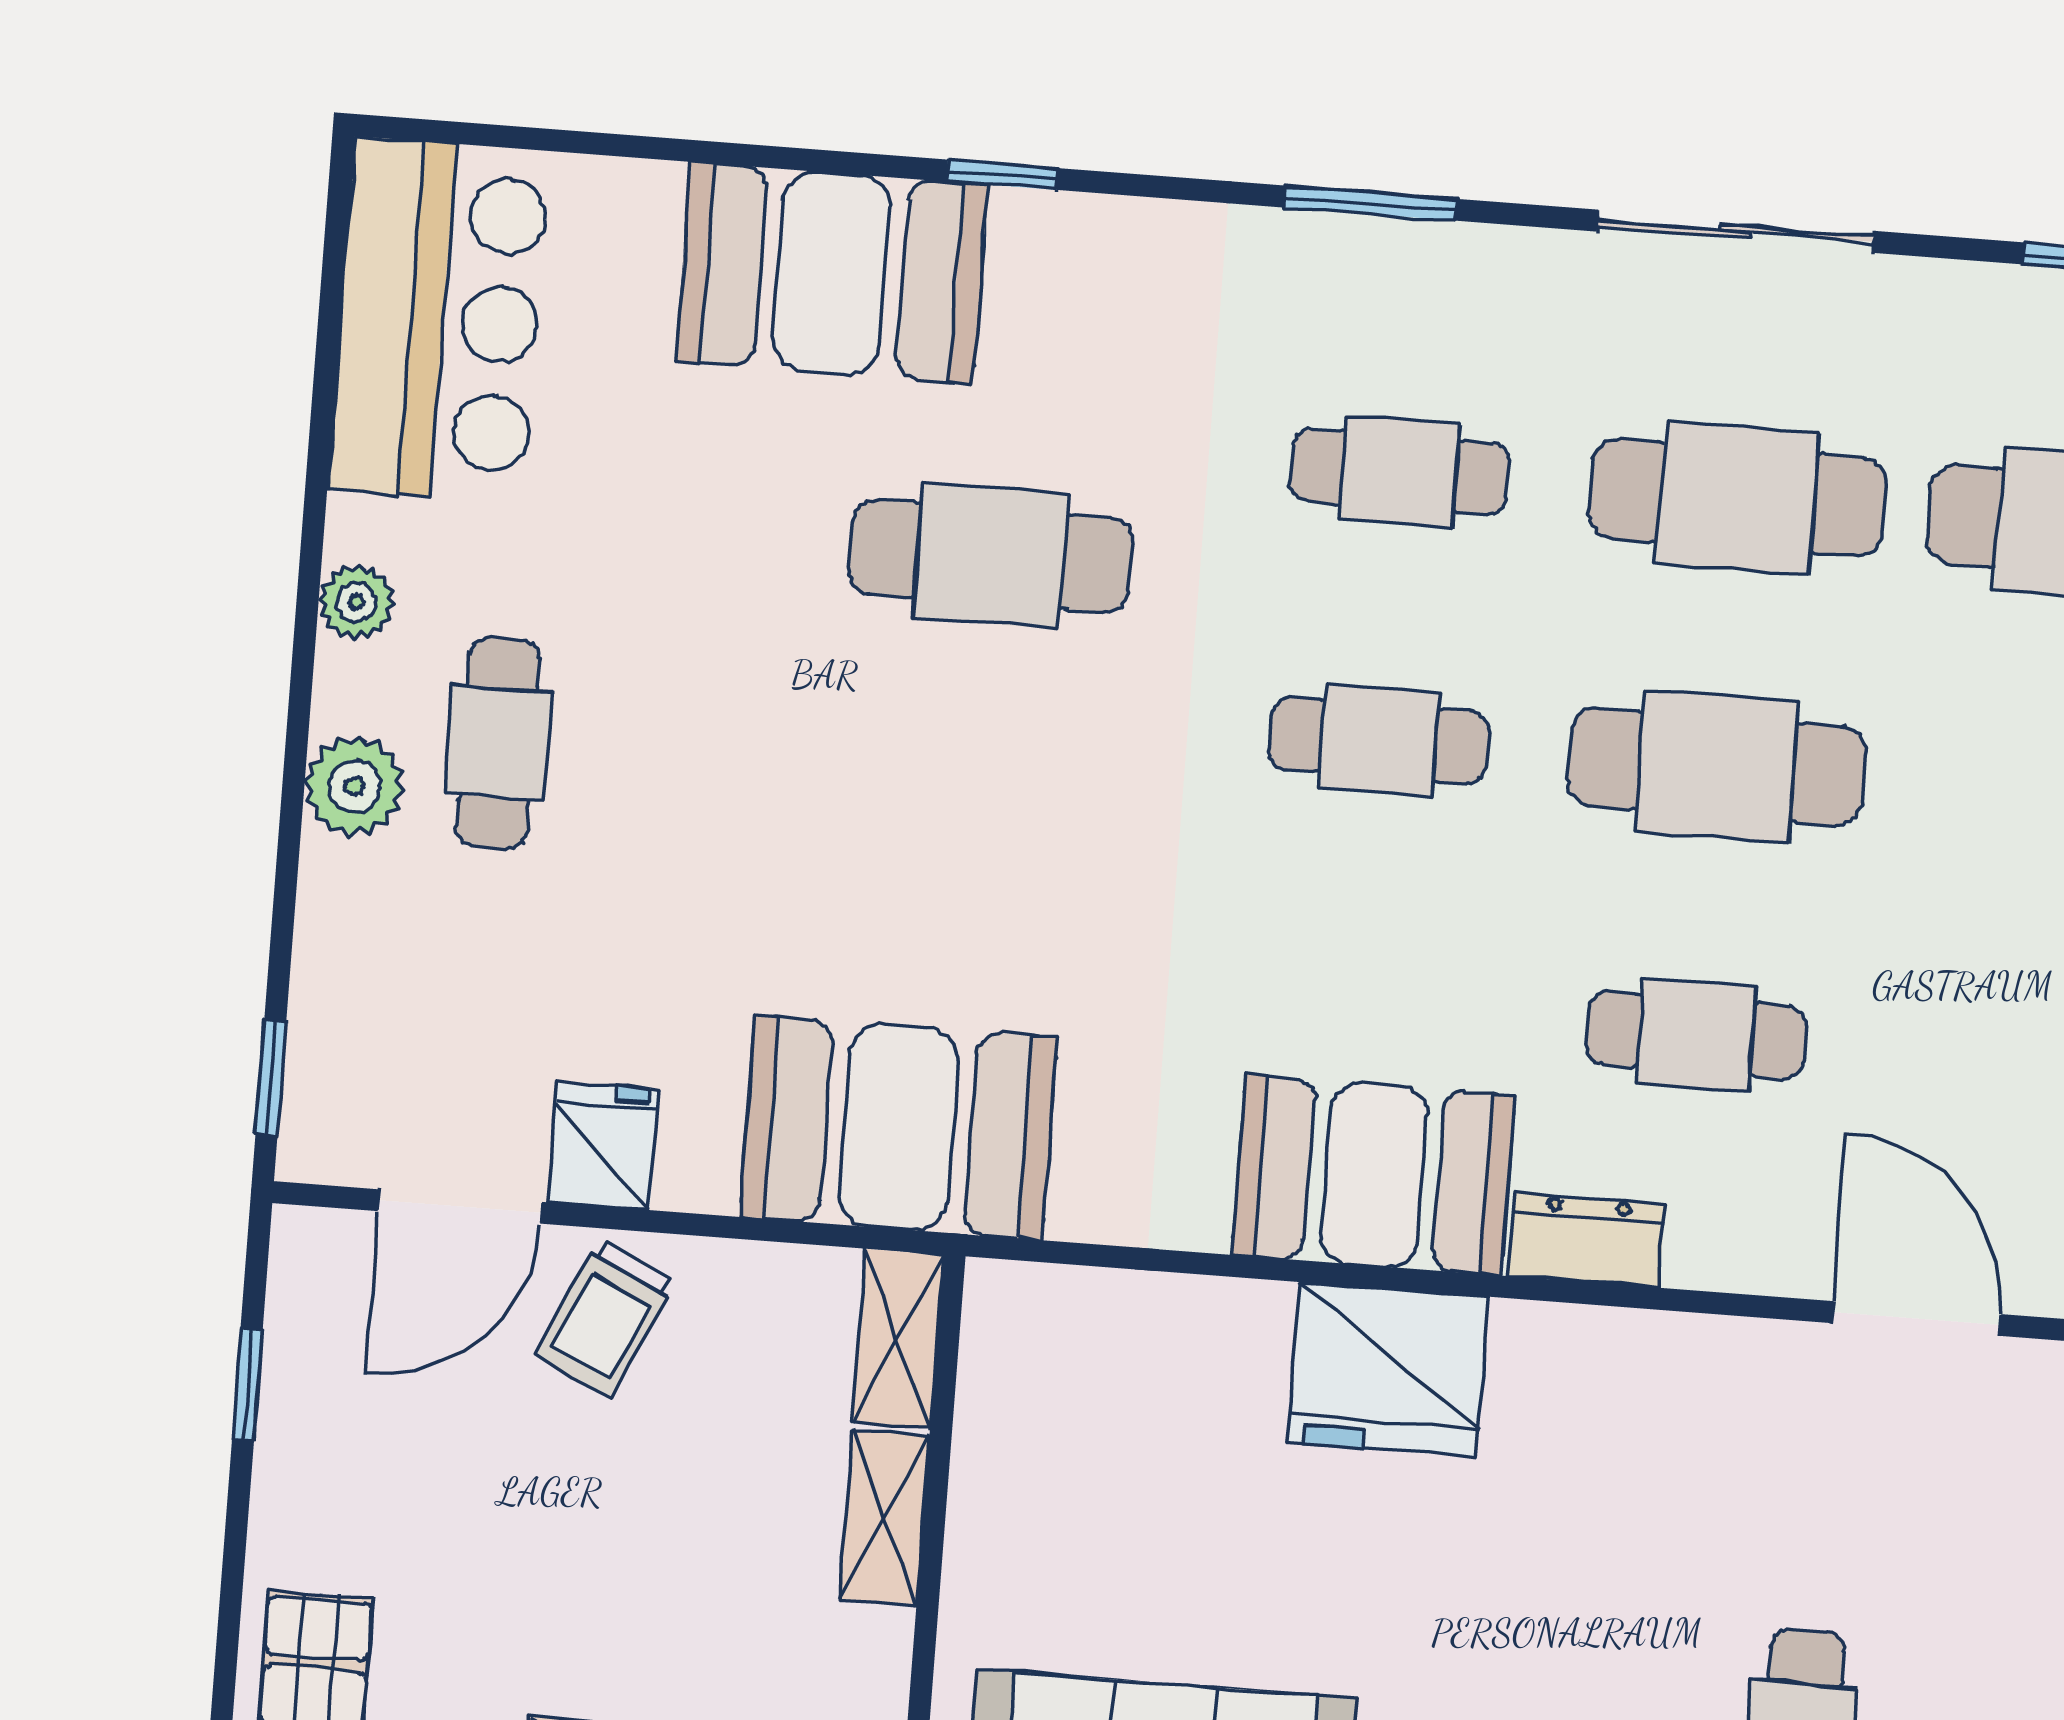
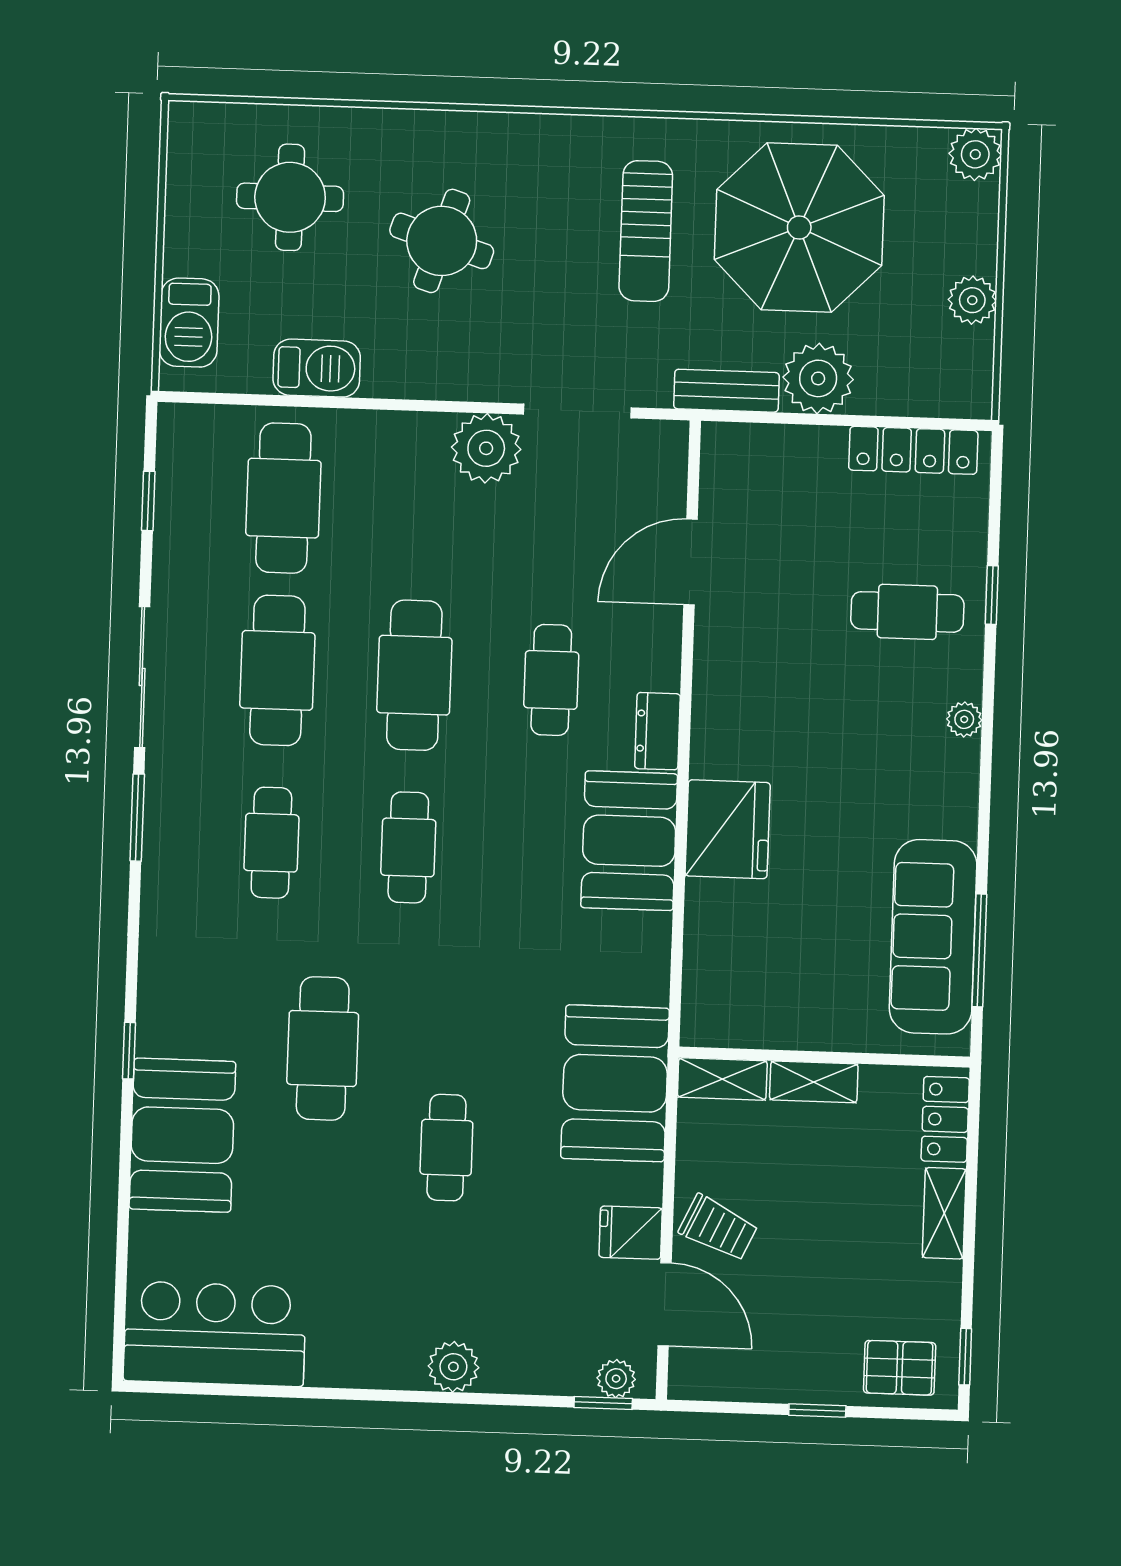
window: (1370, 203) -> (137, 818), moved
plant: (356, 602) -> (616, 1379), moved
cafe table: (498, 743) -> (446, 1148), moved, turned 90
window: (247, 1384) -> (817, 1410), moved

